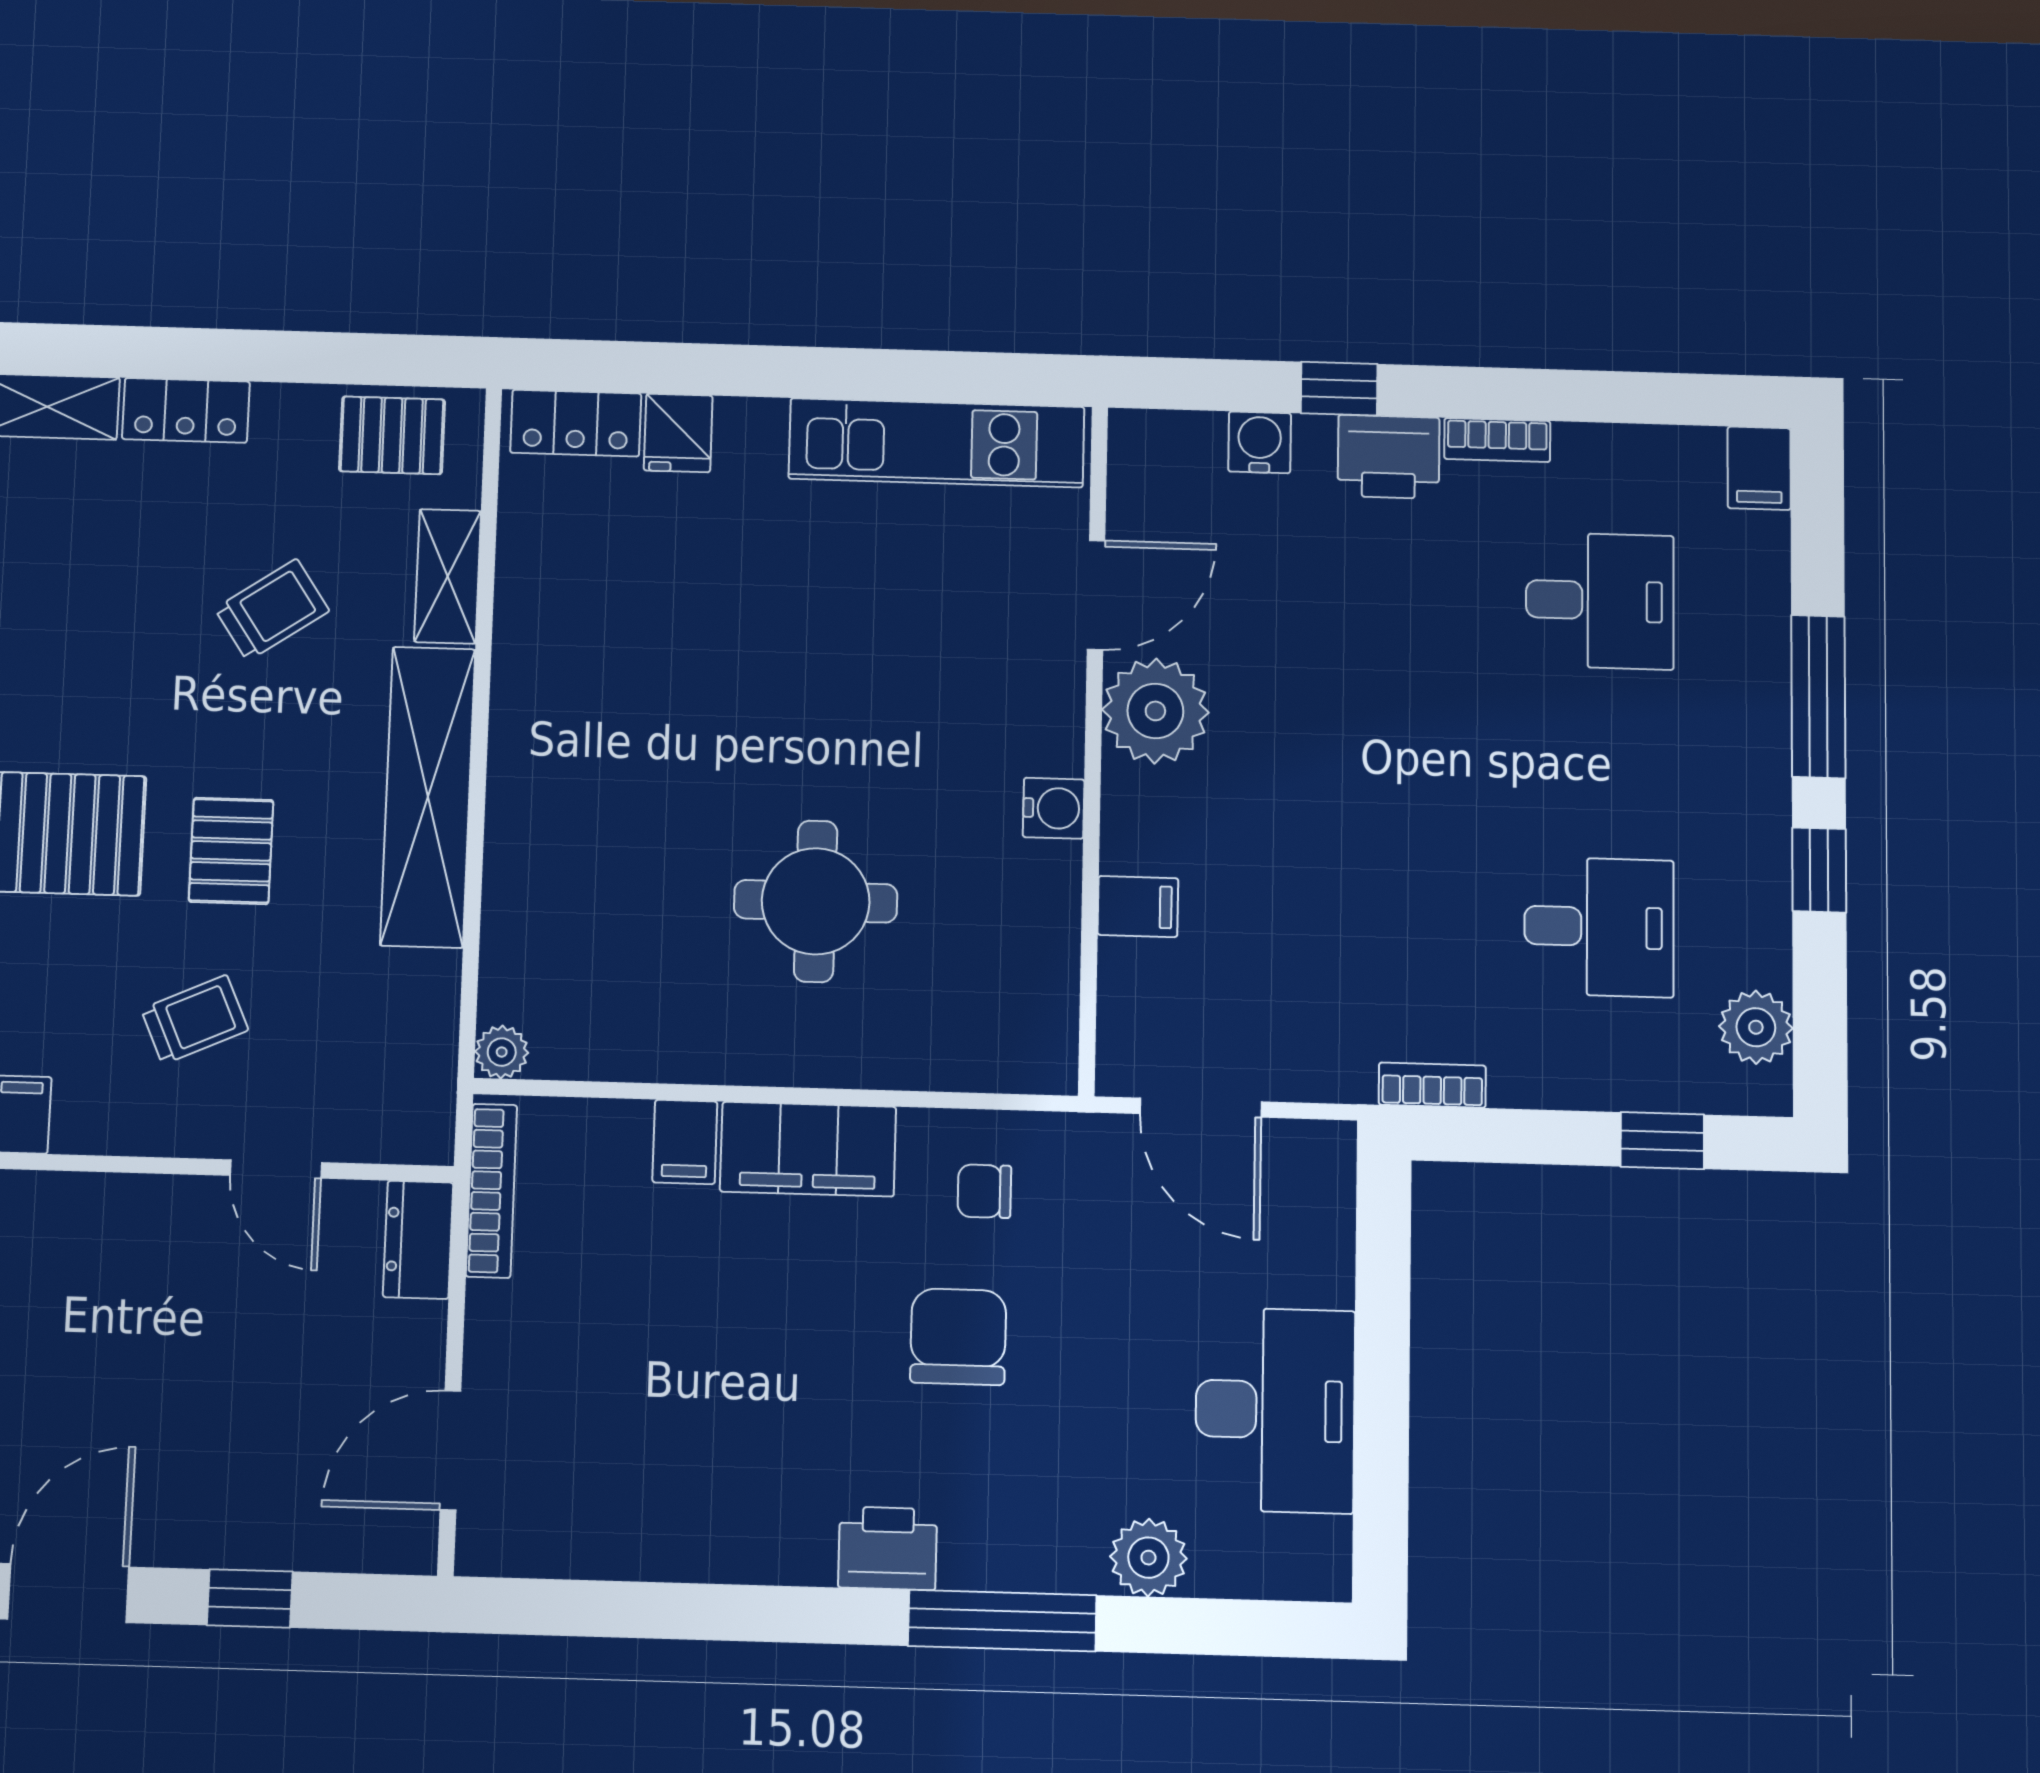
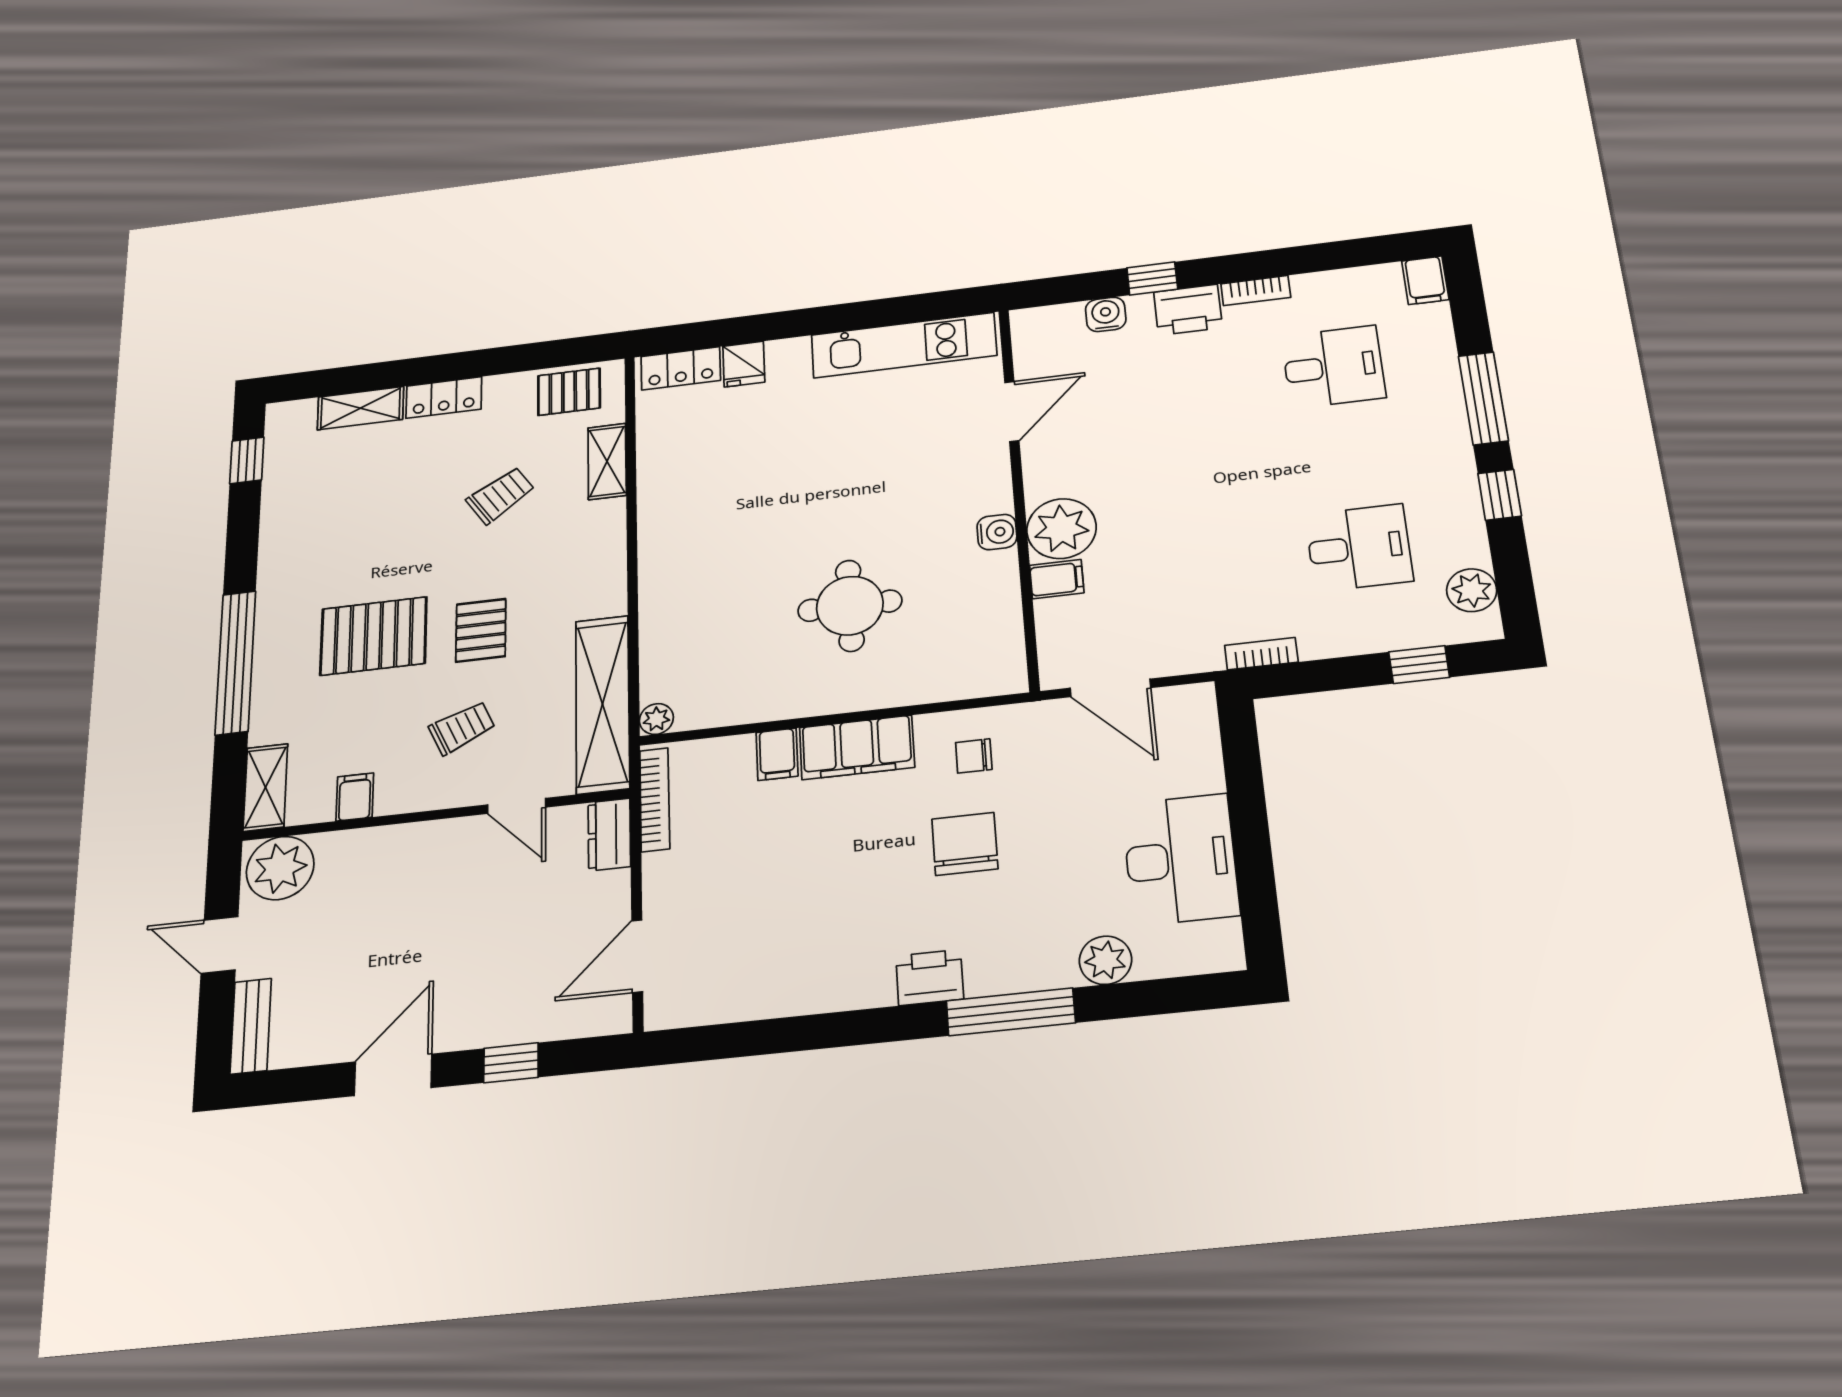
plant: (1155, 711) -> (1061, 529), moved
shelving: (428, 797) -> (602, 704), moved

